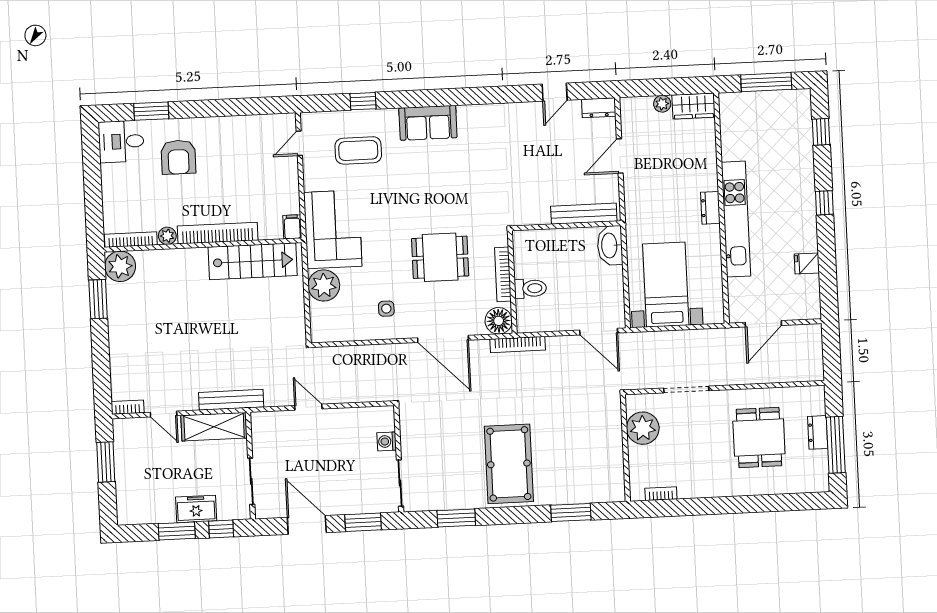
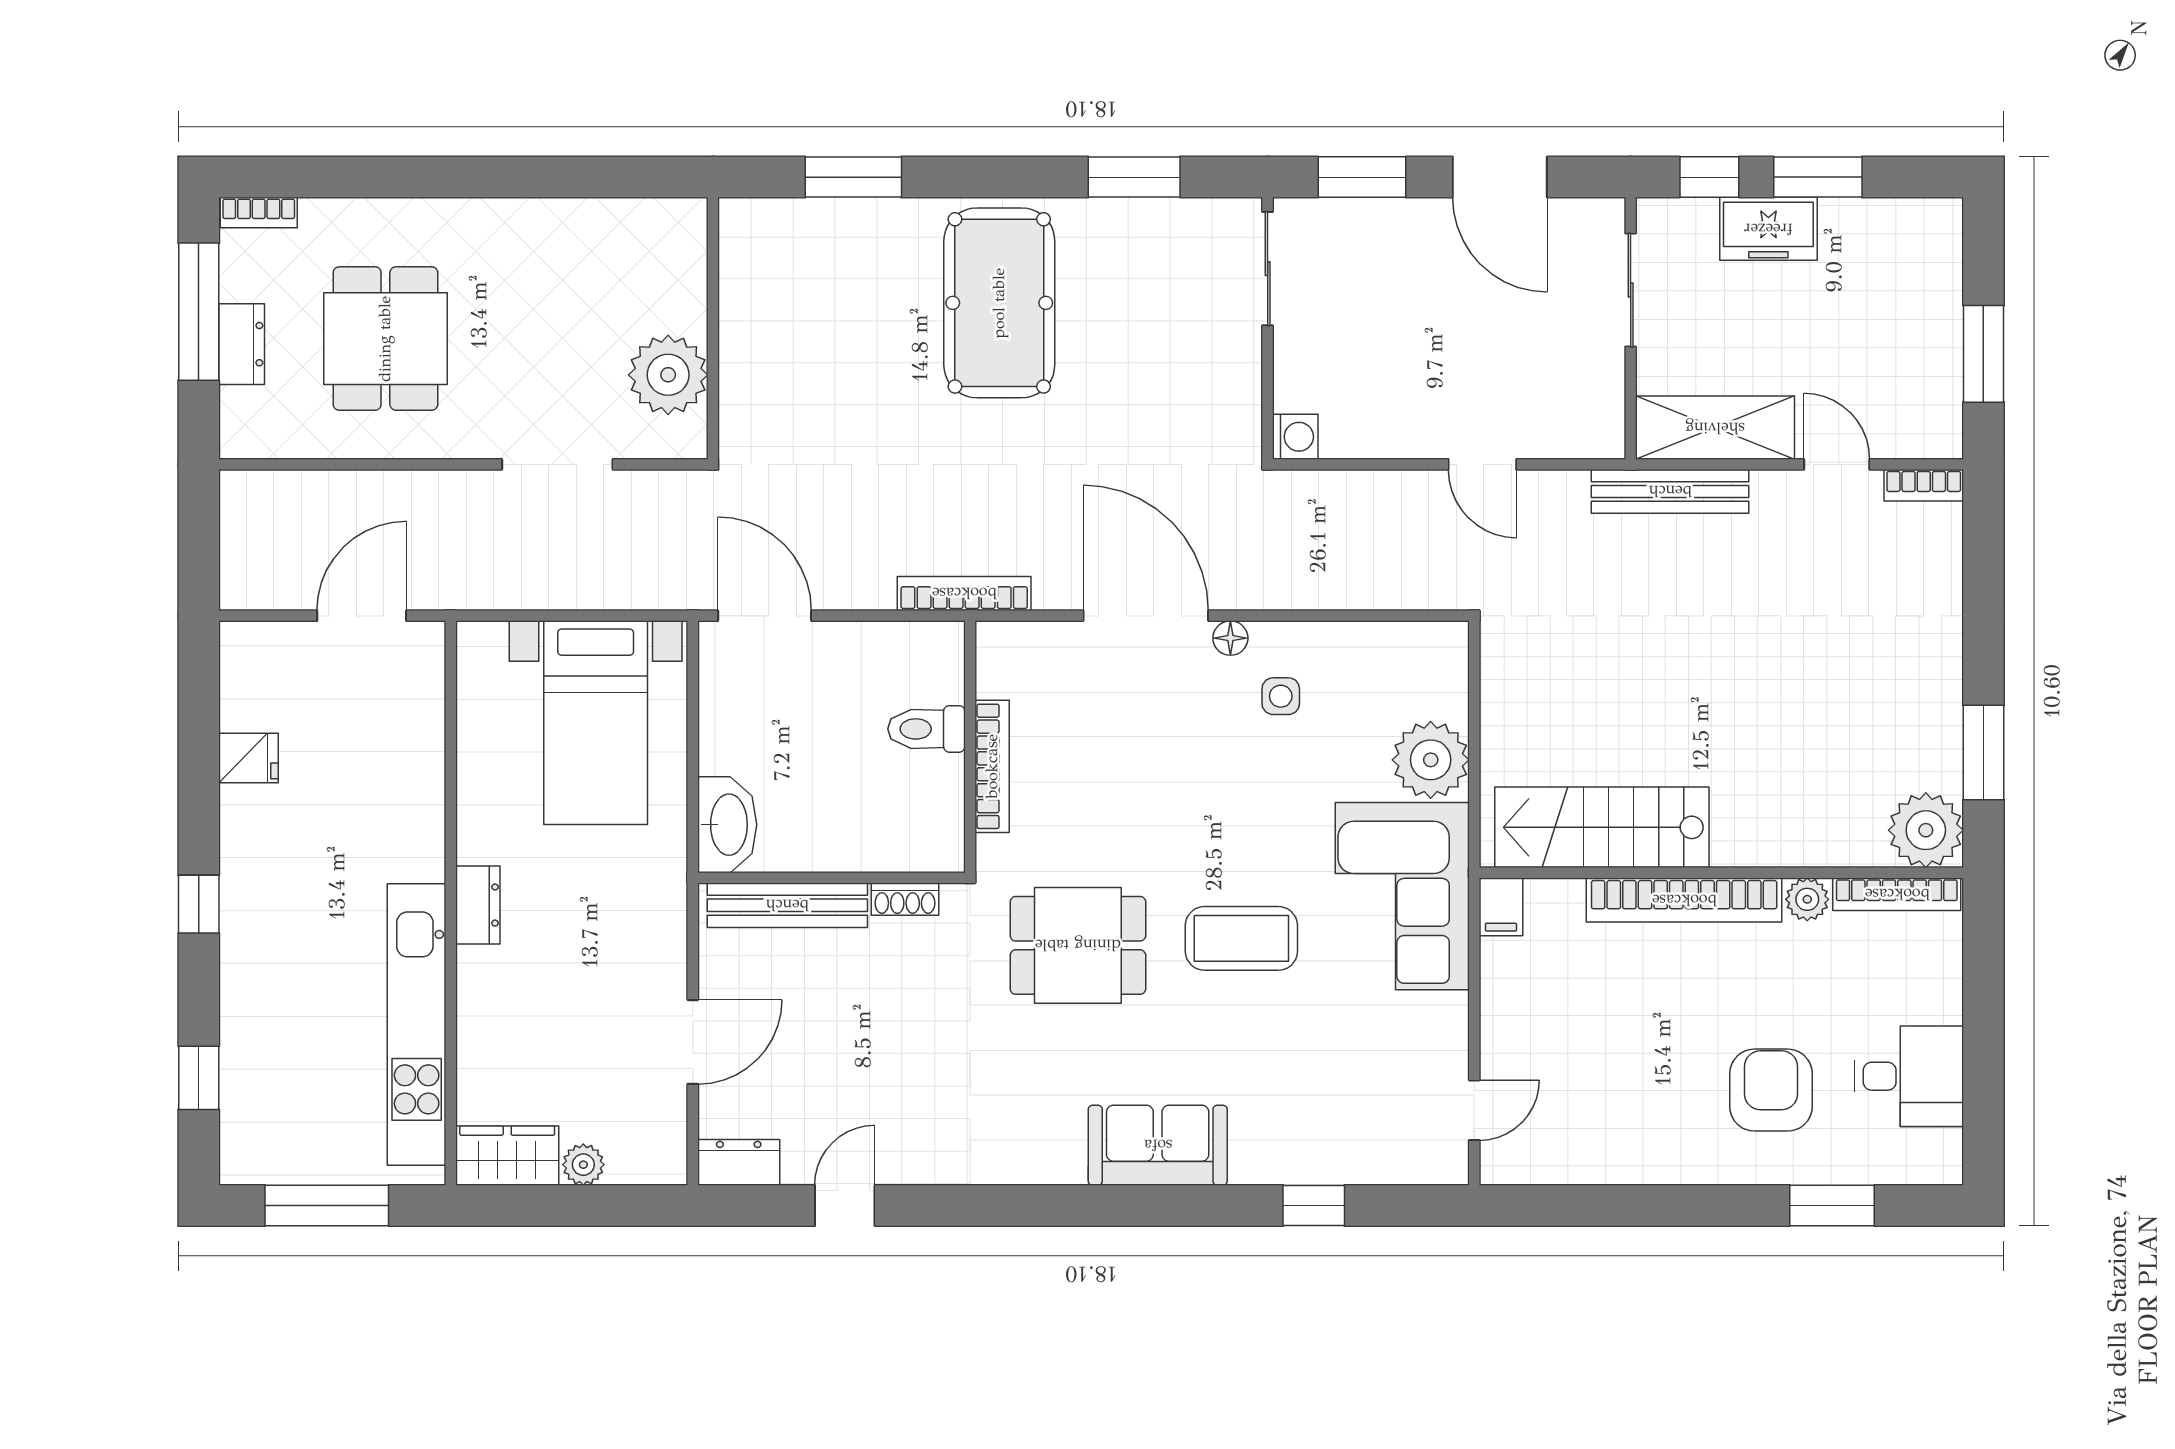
desk: (121, 141) -> (1909, 1076), moved
coffee table: (358, 150) -> (1241, 938), moved
shoe rack: (536, 218) -> (905, 899), added
kitchen unit: (736, 219) -> (417, 1025), moved
dining table: (440, 257) -> (1078, 945), moved
floor lamp: (499, 321) -> (1230, 638), moved, width x0.53, depth x0.53
washing machine: (387, 441) -> (1295, 437), moved
bookcase: (661, 494) -> (259, 213), moved

